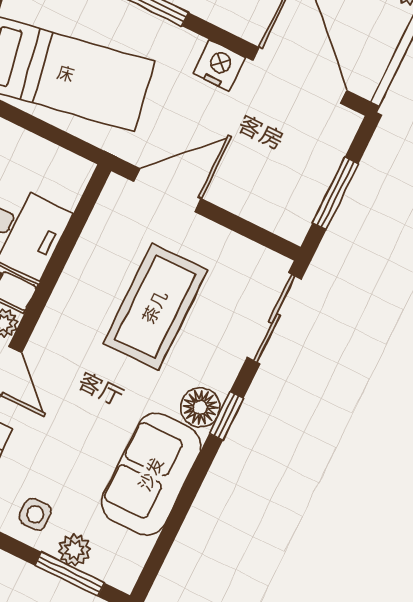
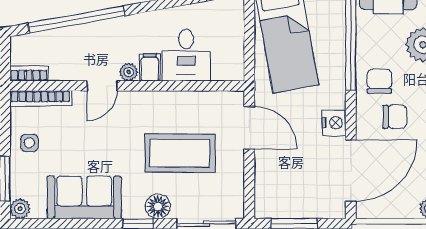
floor lamp: (200, 407) -> (158, 206), moved
plant: (74, 550) -> (20, 209), moved

